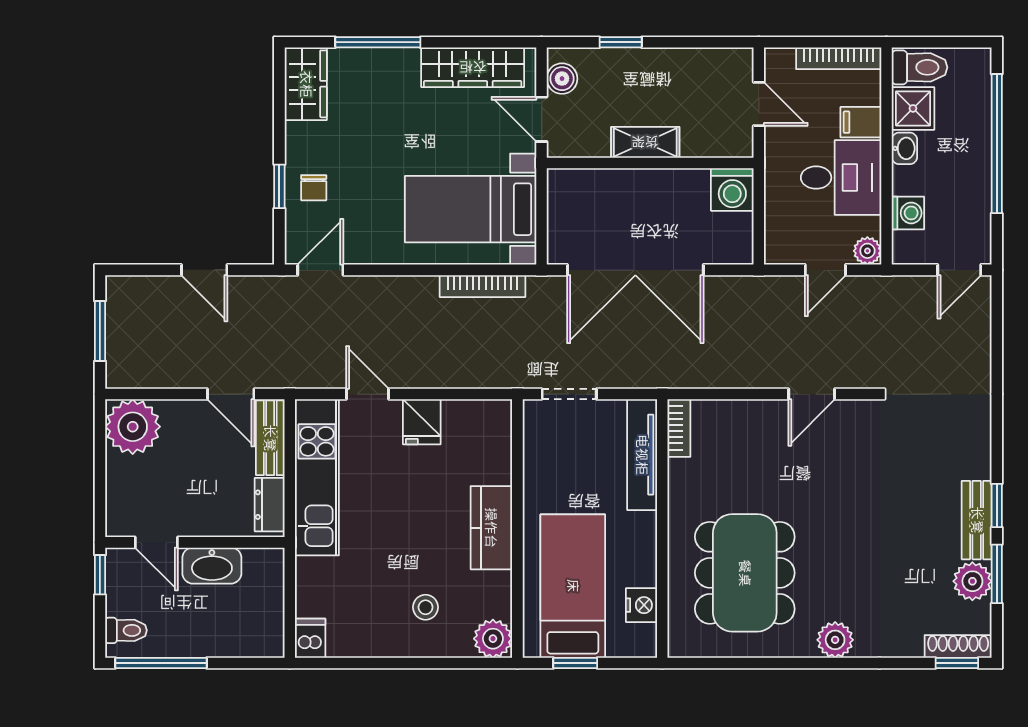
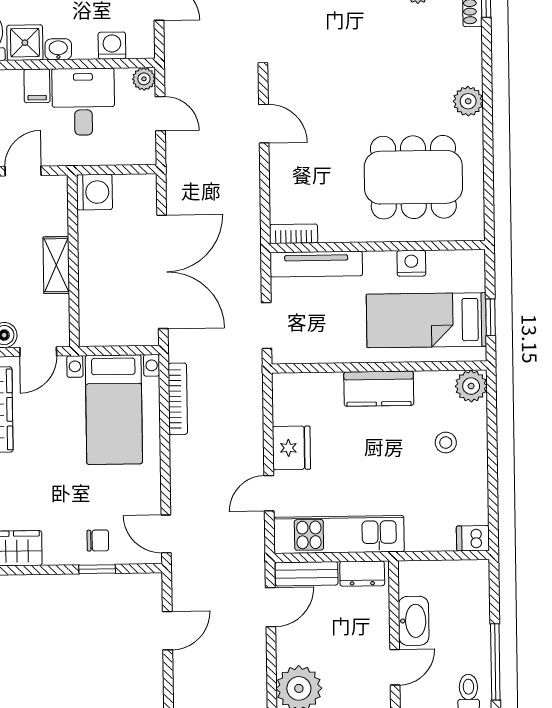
fridge: (422, 422) -> (291, 448), width x1.38
nightstand: (641, 605) -> (411, 263), moved

